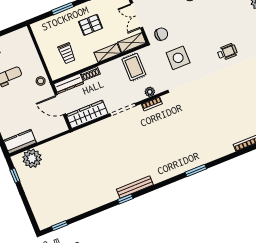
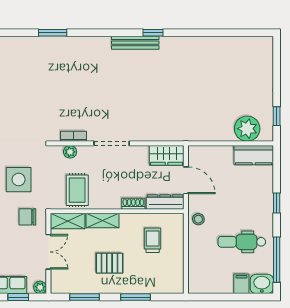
wardrobe: (87, 114) -> (167, 155), width x0.67
window: (60, 226) -> (247, 33), removed

